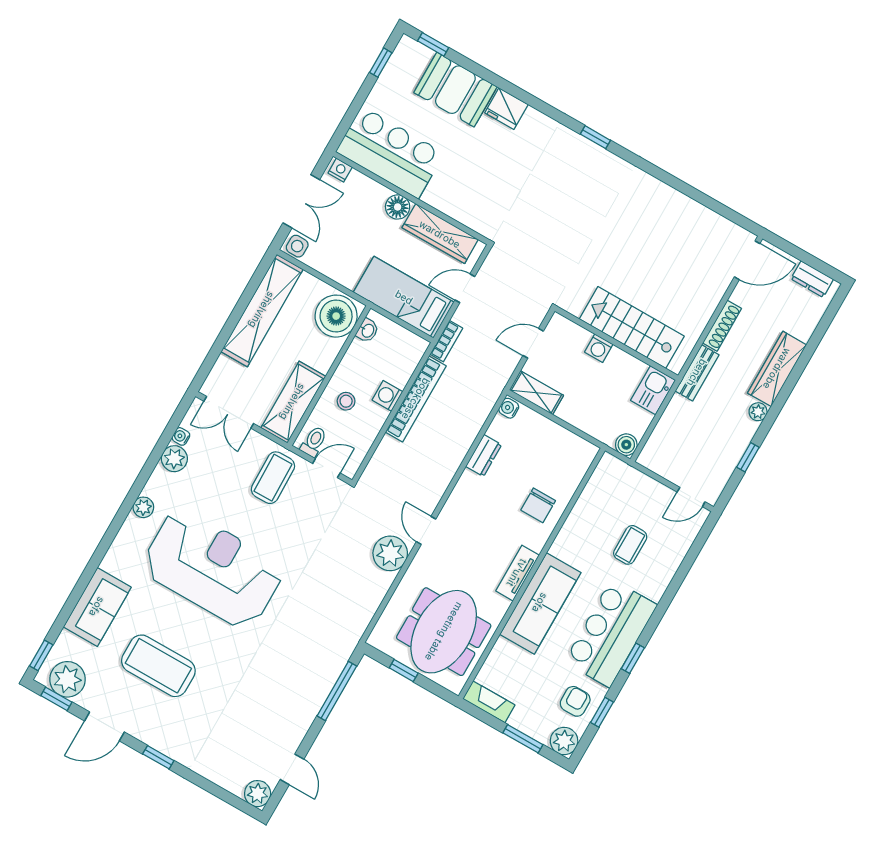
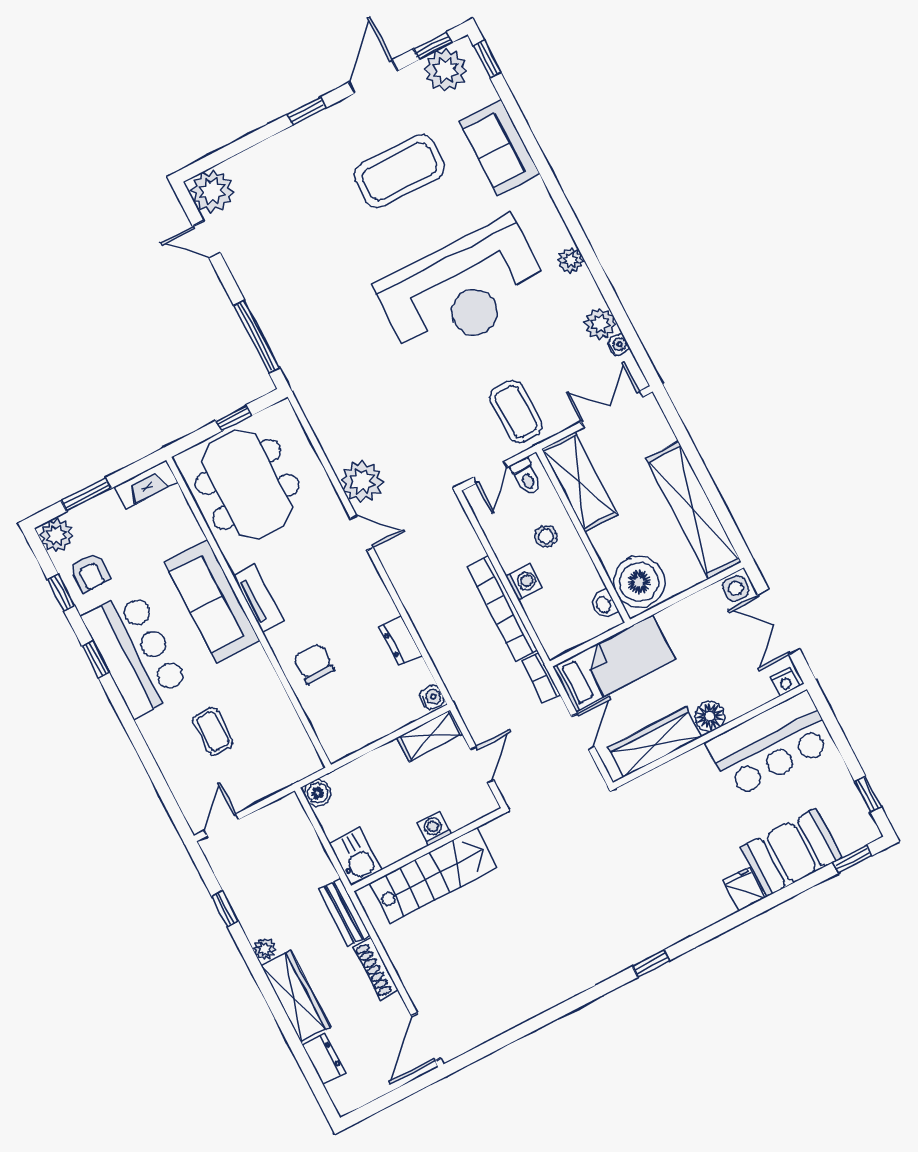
fridge: (506, 109) -> (744, 889), width x0.72
dresser: (812, 279) -> (324, 1059), moved, turned 90
plant: (258, 794) -> (212, 191), width x1.36, depth x1.36

